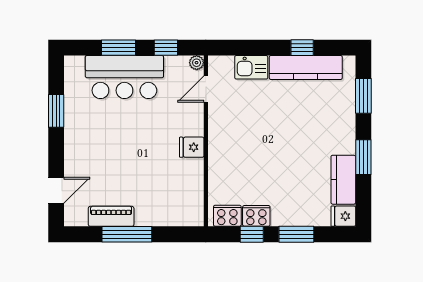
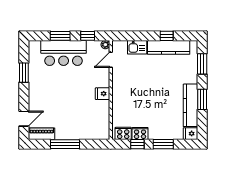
kitchen counter: (343, 180) -> (190, 105), width x1.50
piano: (111, 216) -> (42, 134), moved

